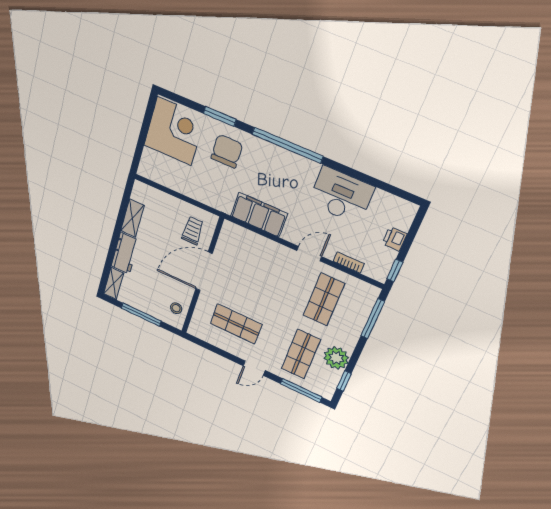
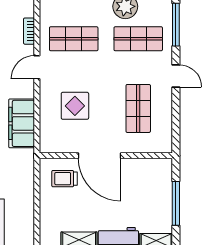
door: (309, 254) -> (37, 67), hinge flipped
display table: (258, 271) -> (75, 106), added
stool: (176, 308) -> (151, 171), removed

